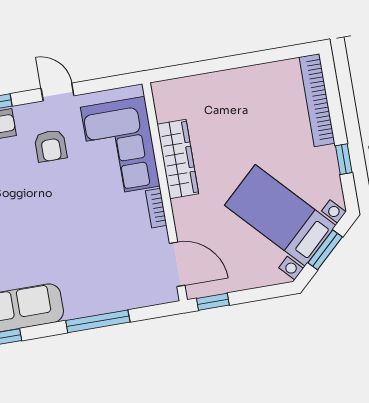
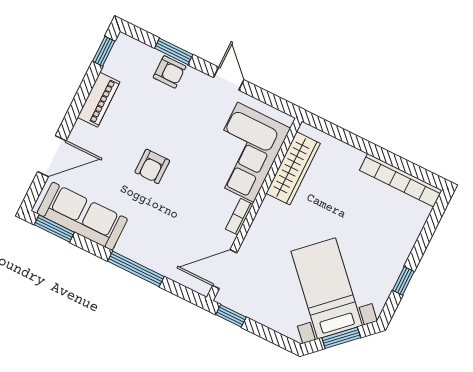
bookcase: (317, 100) -> (401, 180), moved, turned -90
armchair: (51, 146) -> (152, 166), moved
wardrobe: (178, 159) -> (293, 168), moved
door: (177, 264) -> (225, 269), swing flipped

